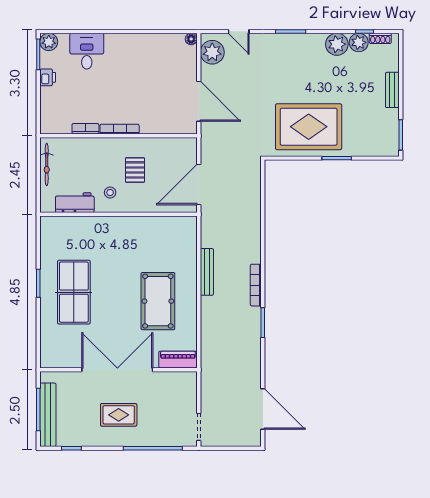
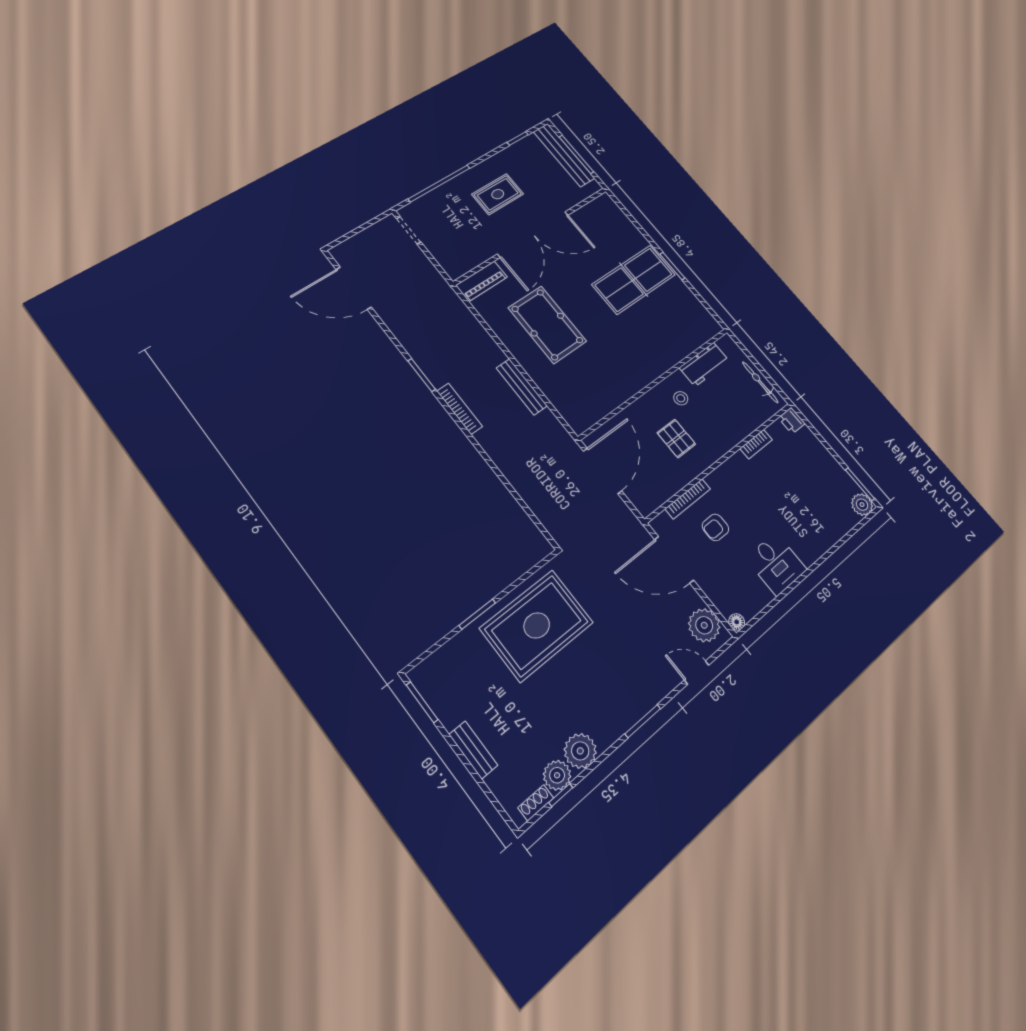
desk: (87, 51) -> (776, 564), moved
printer: (48, 77) -> (792, 421), moved
armchair: (157, 100) -> (715, 527), added
bookcase: (120, 129) -> (688, 499), moved
table tennis table: (74, 292) -> (634, 280), turned 90

